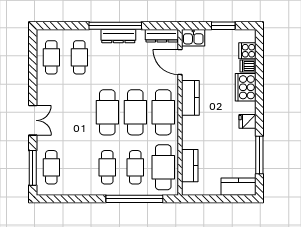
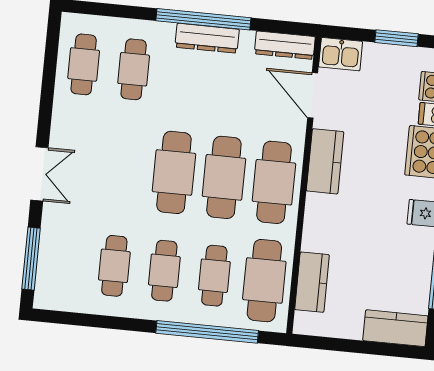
cafe table: (51, 167) -> (114, 266), moved

